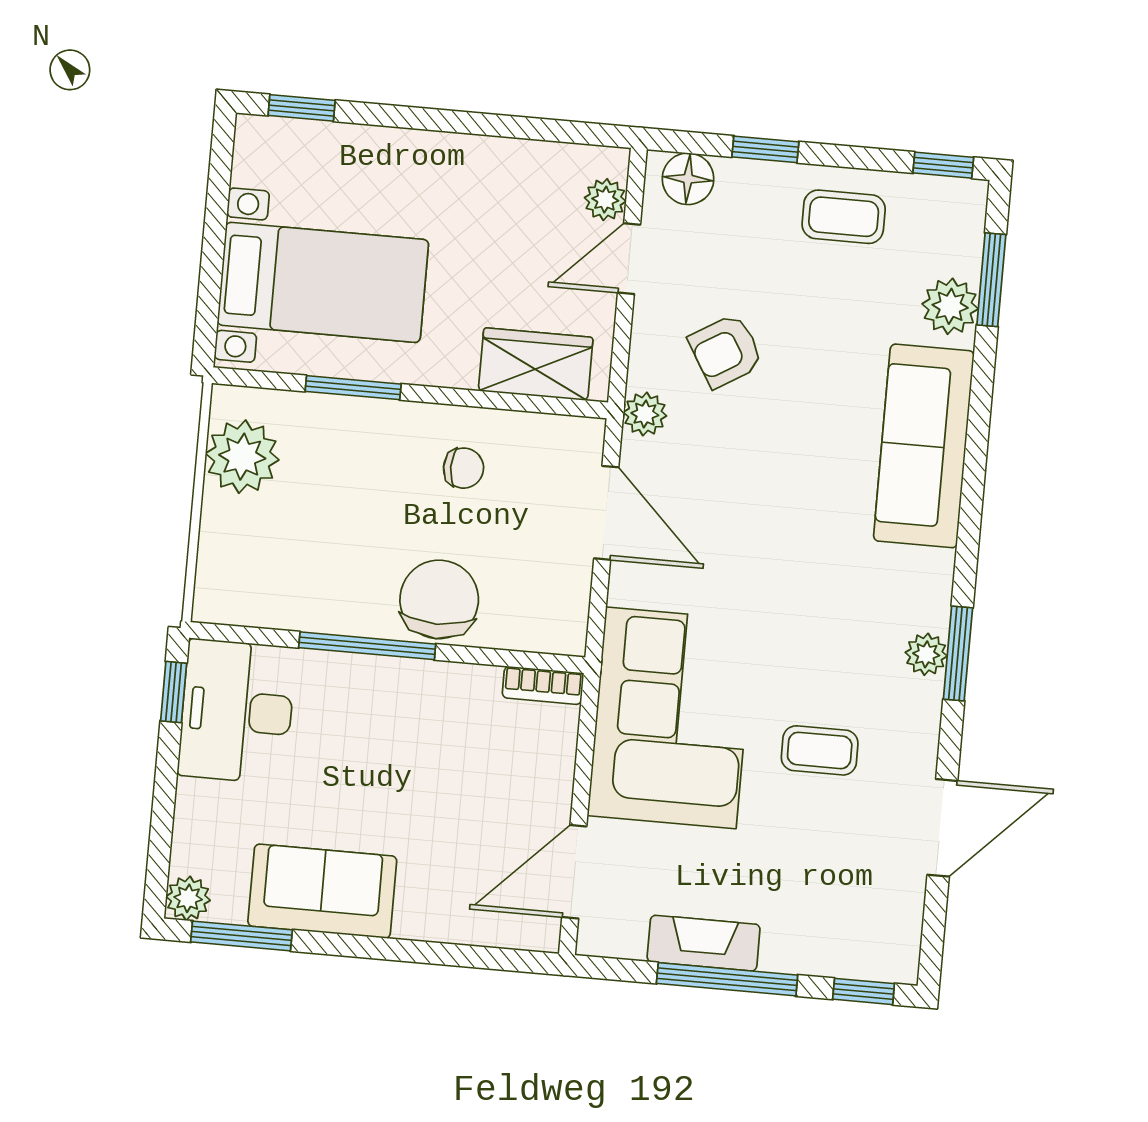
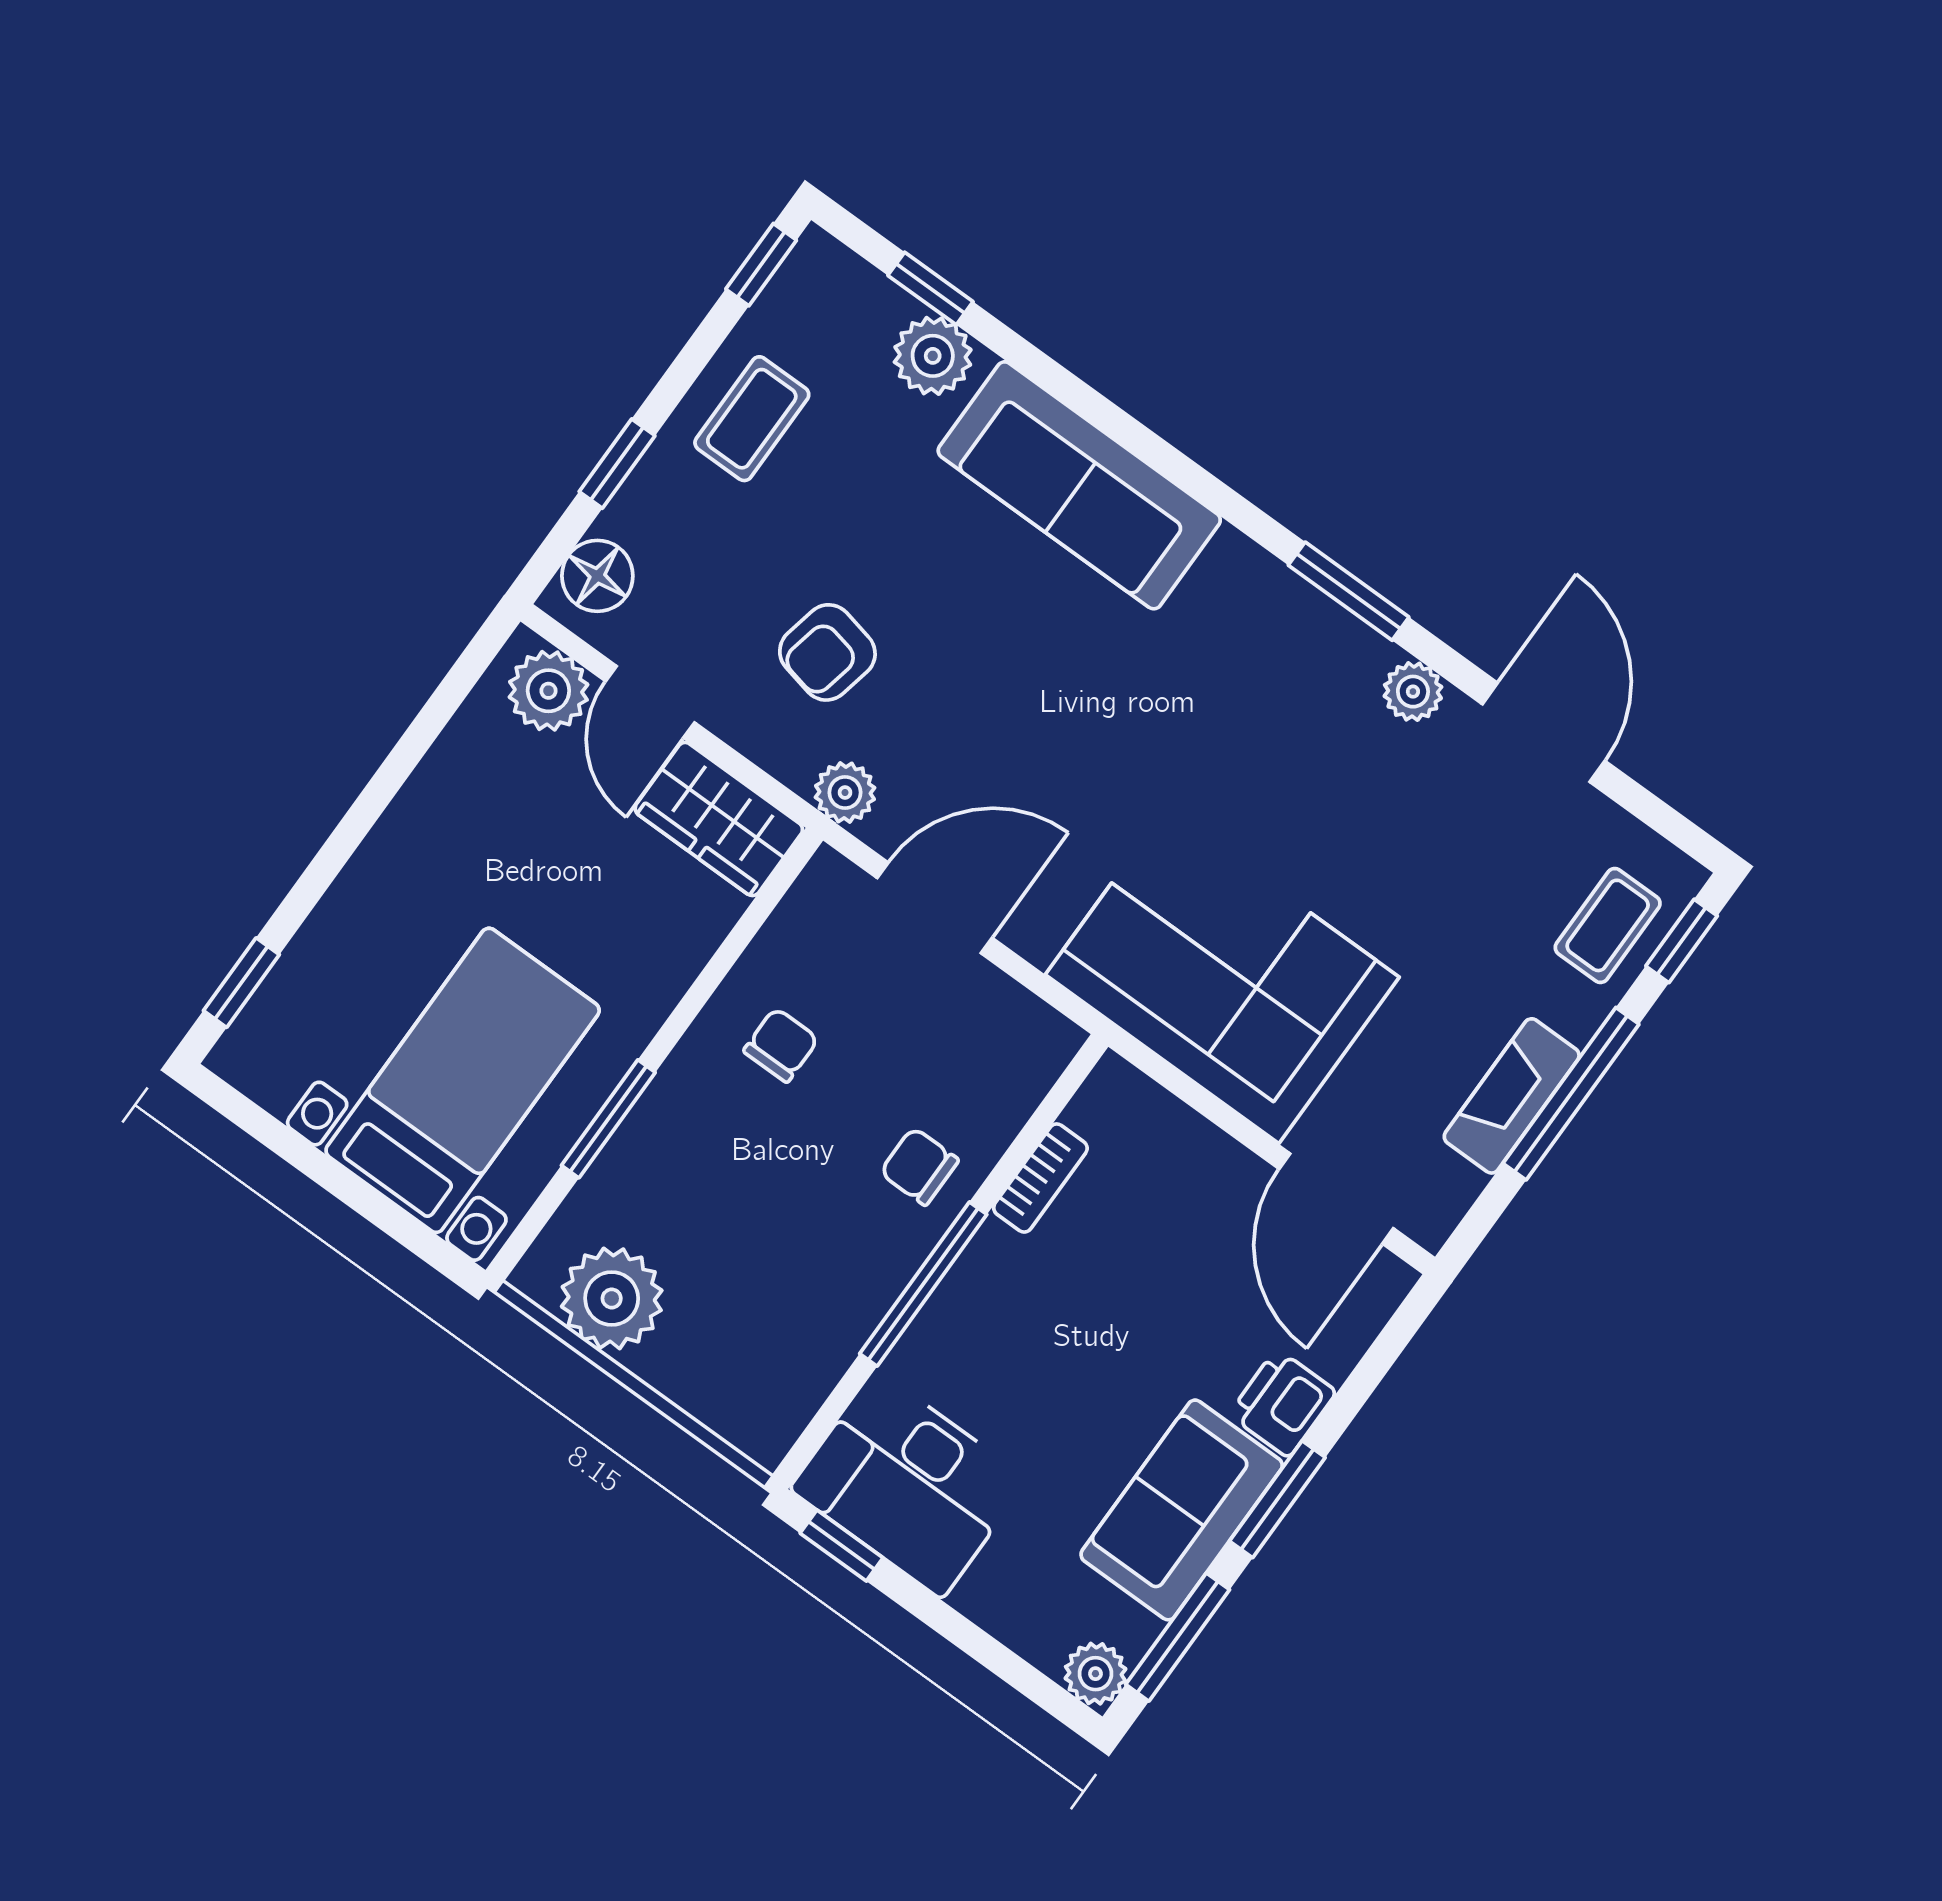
plant: (605, 200) -> (548, 691), width x1.38, depth x1.38
window: (991, 280) -> (930, 288), width x0.67
armchair: (726, 351) -> (827, 652), turned 43
wardrobe: (536, 364) -> (719, 819), moved, turned -90
chair: (439, 599) -> (919, 1166), width x0.54, depth x0.54
plant: (926, 654) -> (1413, 692), moved
bookcase: (543, 685) -> (1040, 1178), moved
coffee table: (820, 750) -> (1608, 925), moved
printer: (427, 914) -> (1283, 1403), added
window: (365, 947) -> (1277, 1499), added

